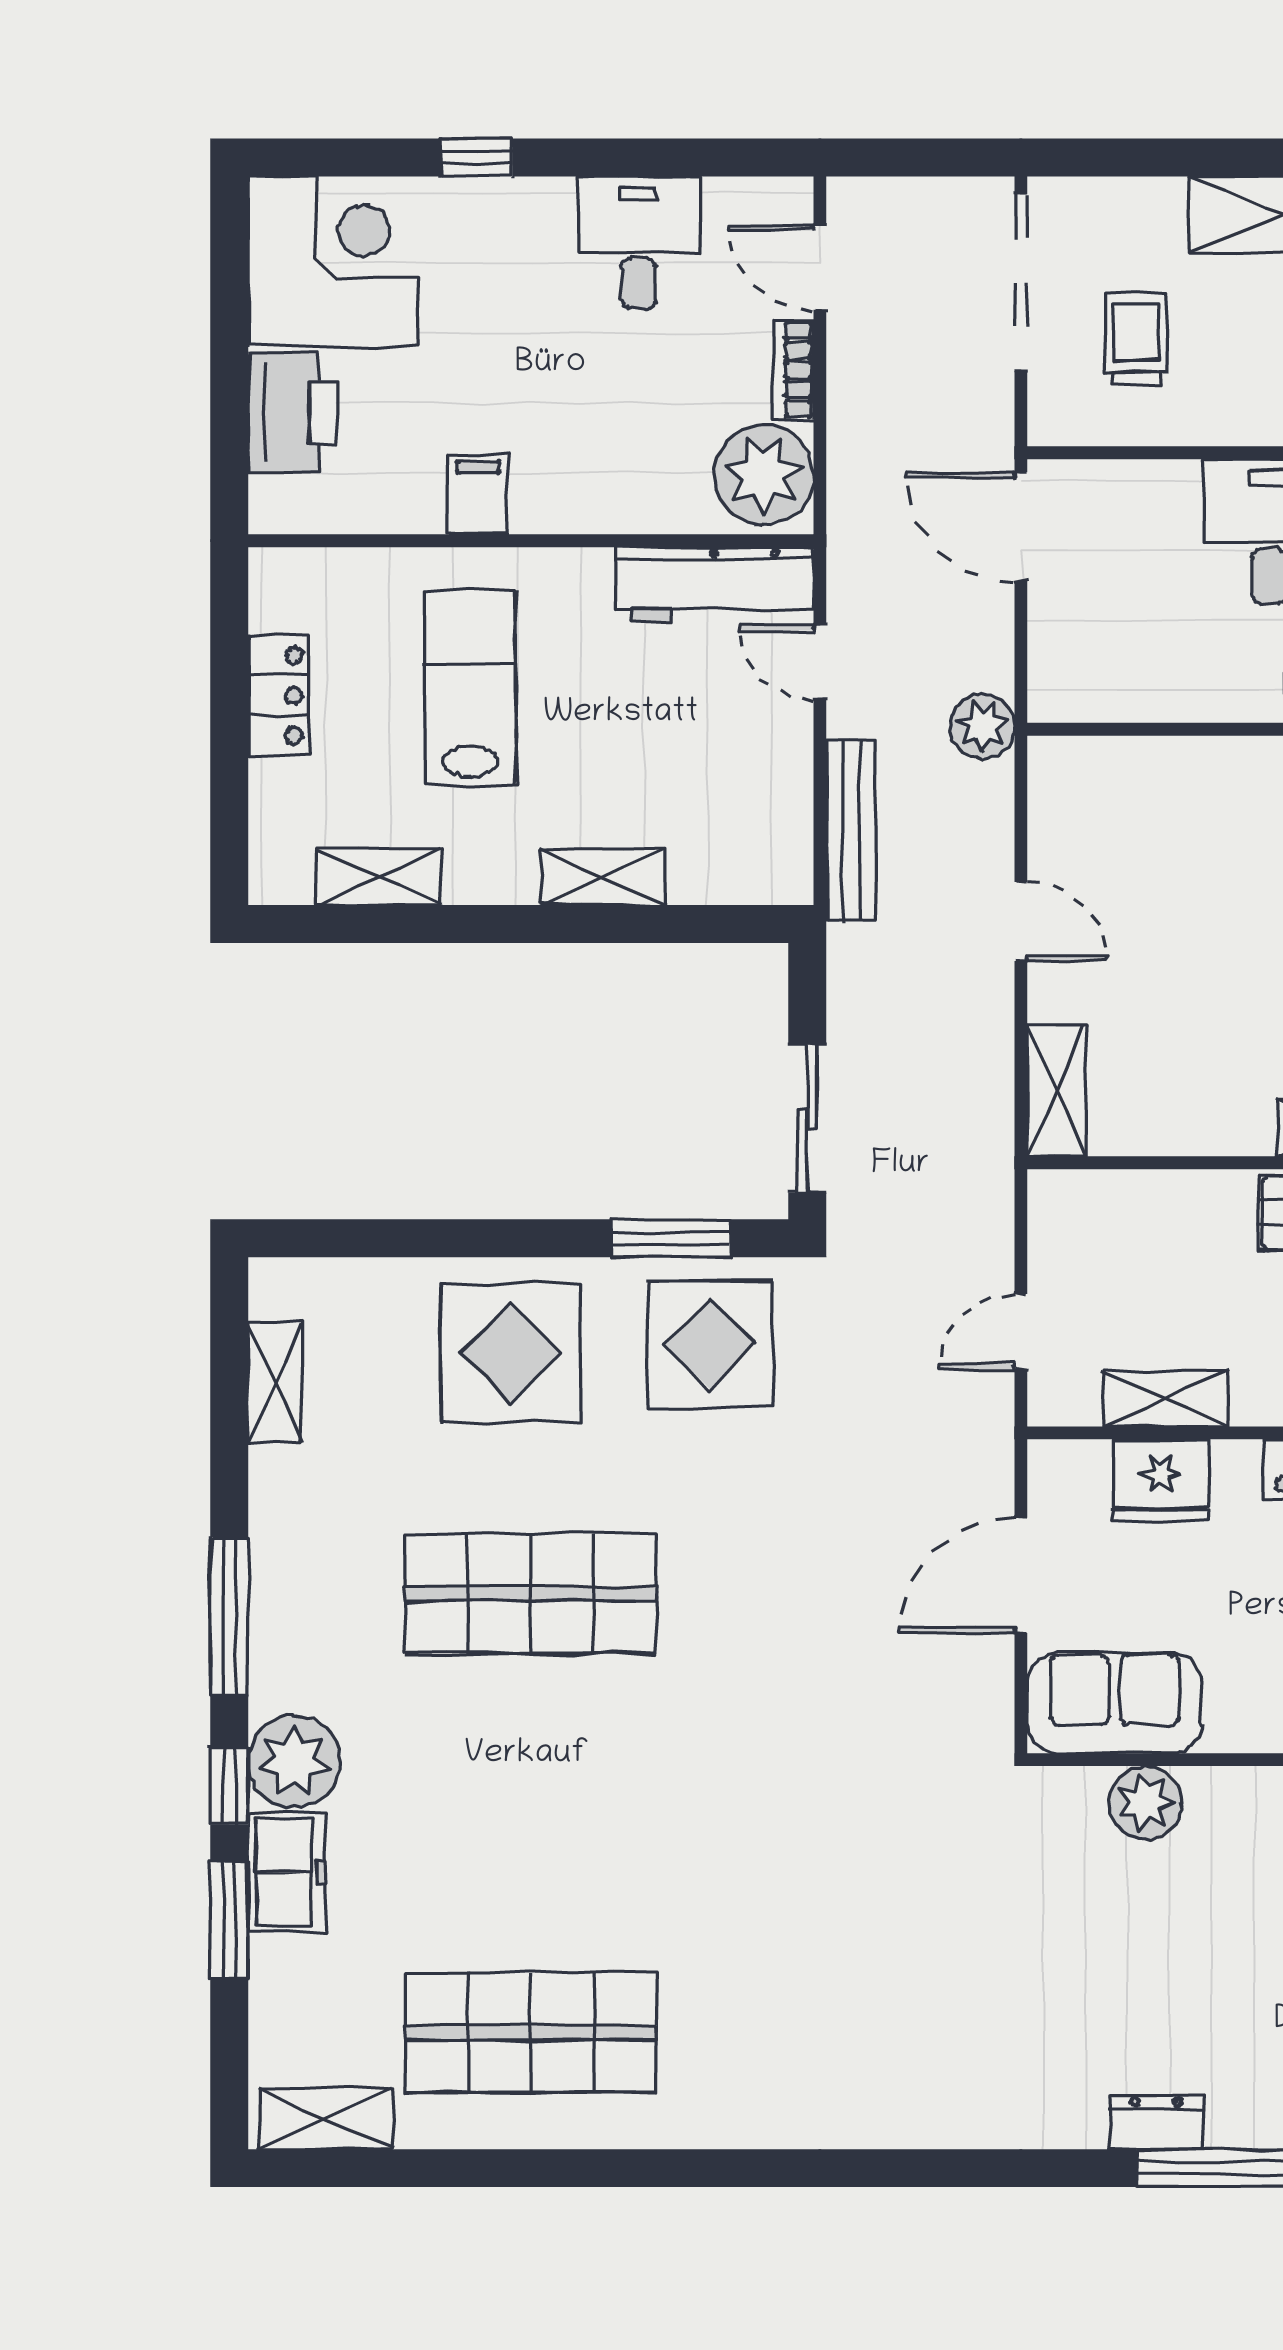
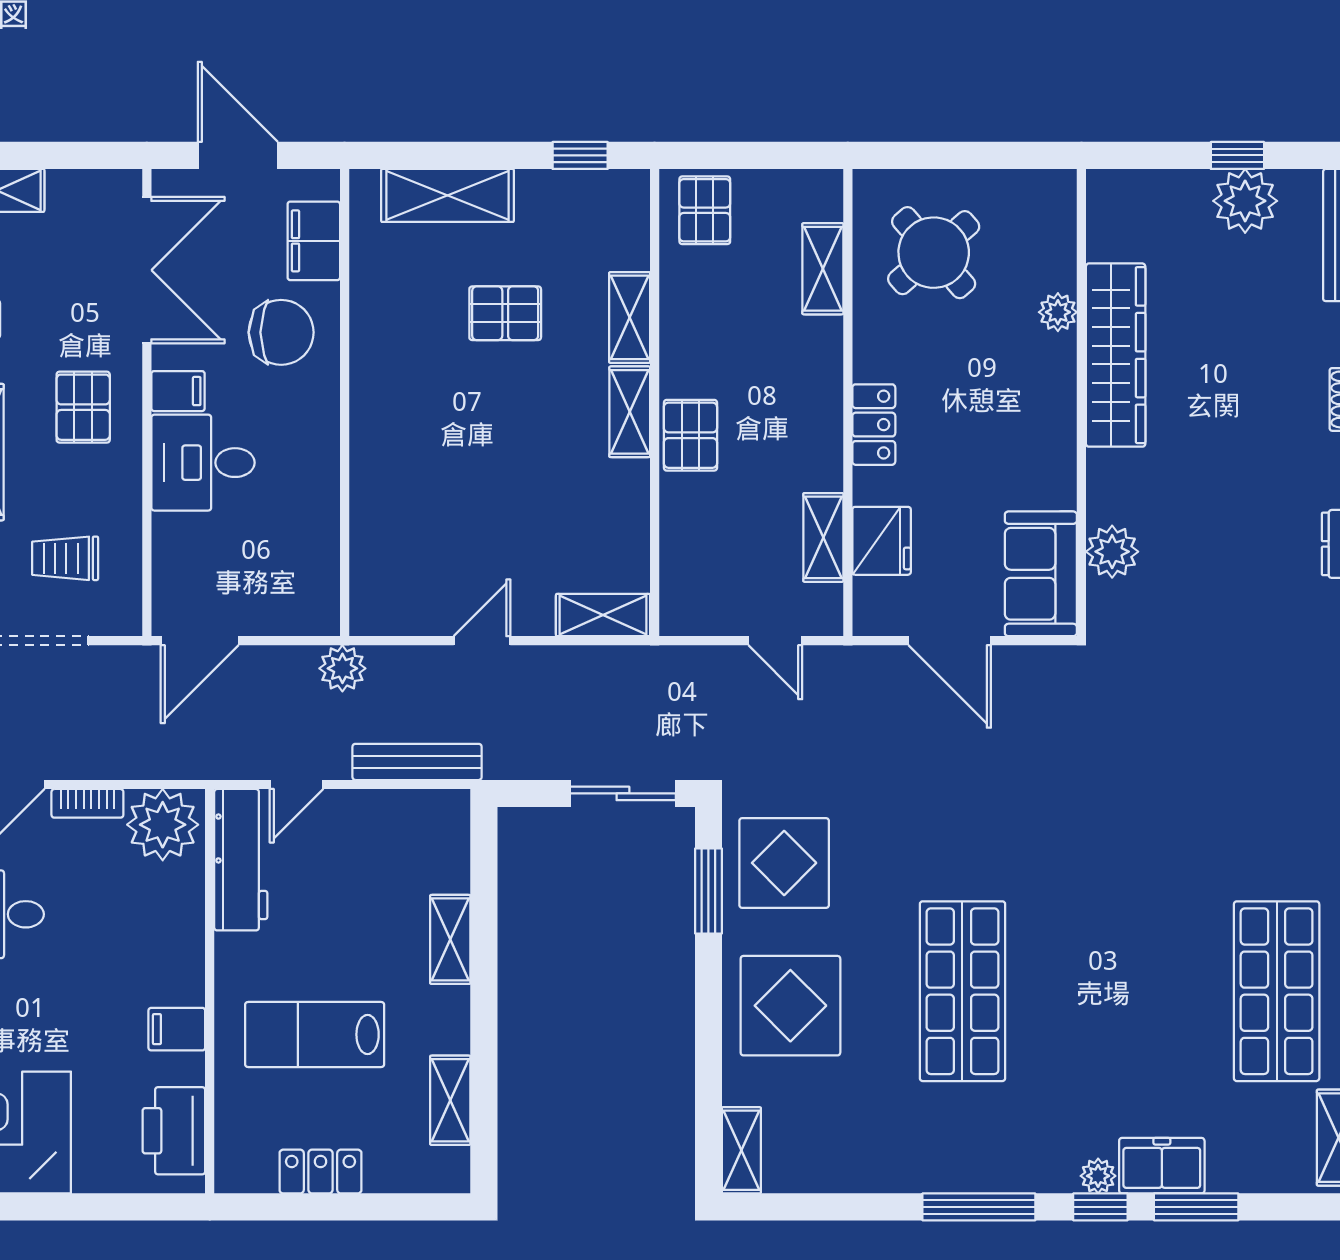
printer: (292, 413) -> (174, 1131), moved, turned -90
shelving: (275, 1382) -> (741, 1150), moved, turned 90
plant: (294, 1762) -> (1098, 1176), width x0.53, depth x0.53

